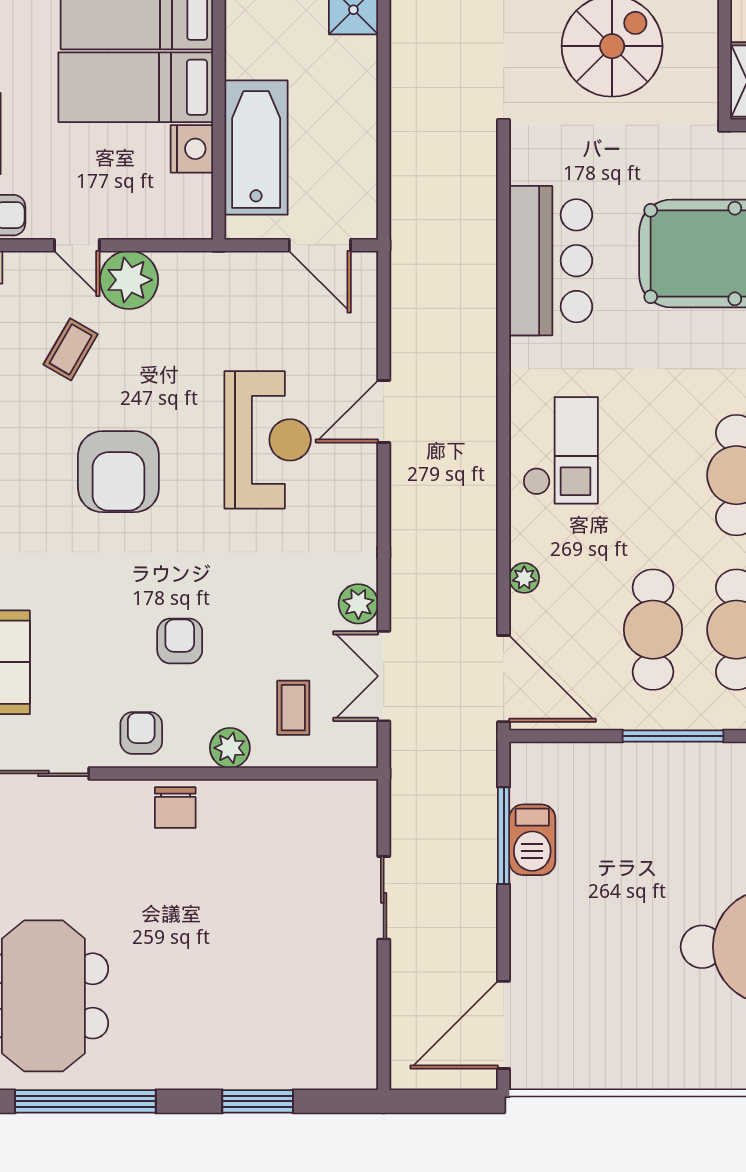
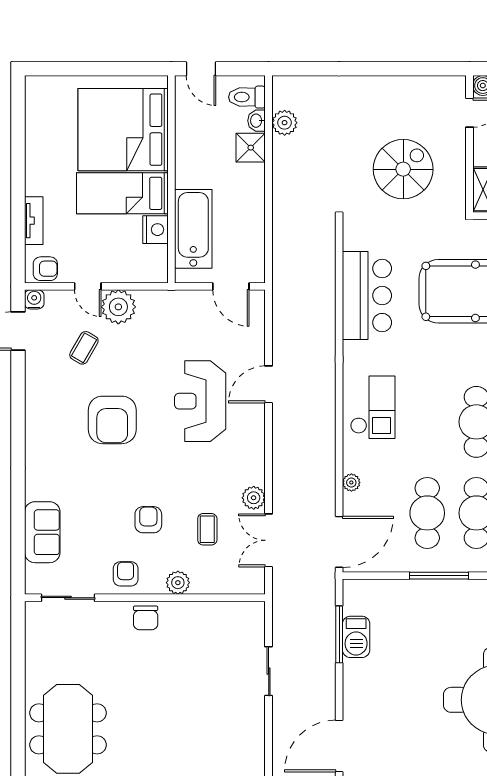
reception desk: (268, 440) -> (200, 401), turned 180
door: (504, 679) -> (339, 542), hinge flipped
coffee table: (293, 708) -> (207, 529), moved

